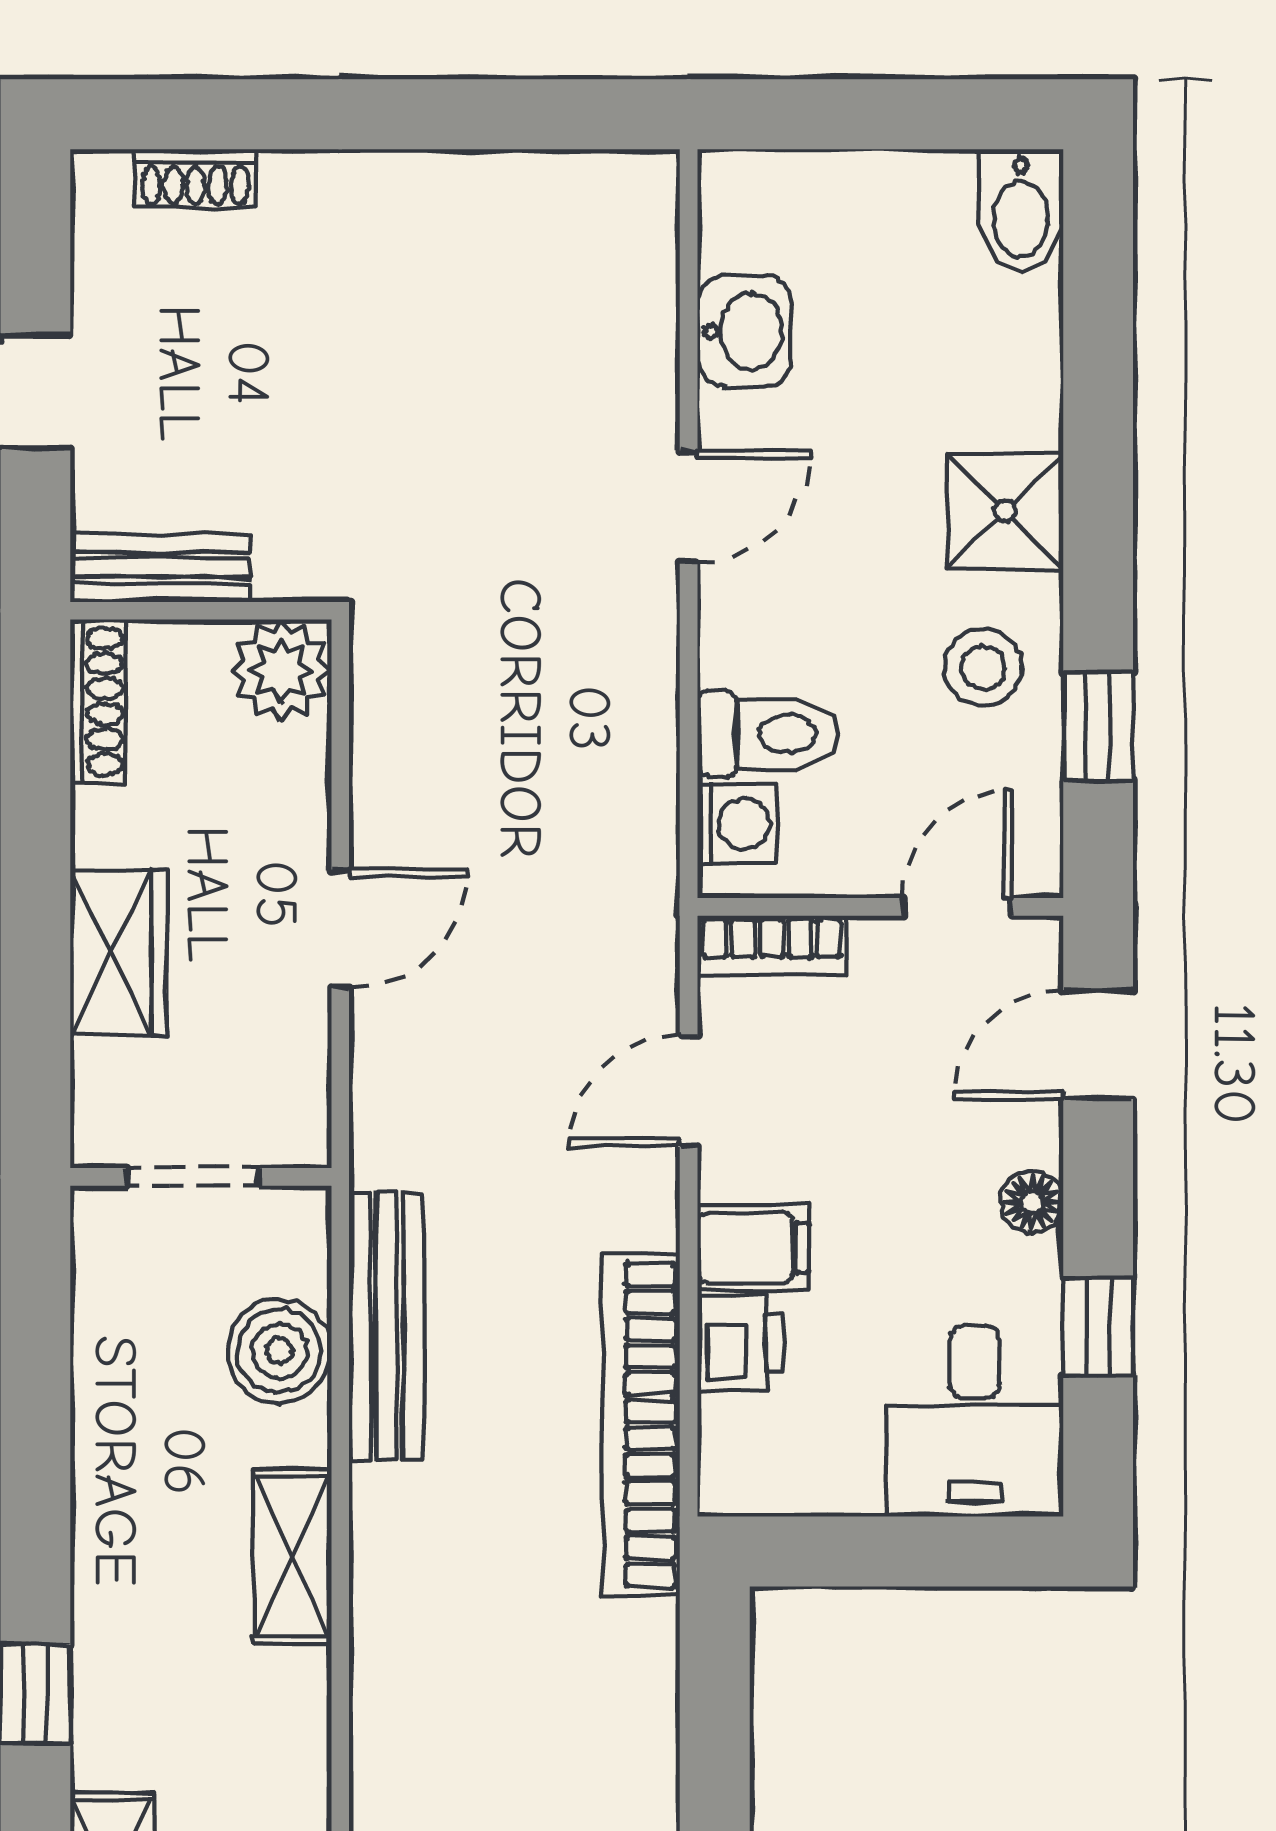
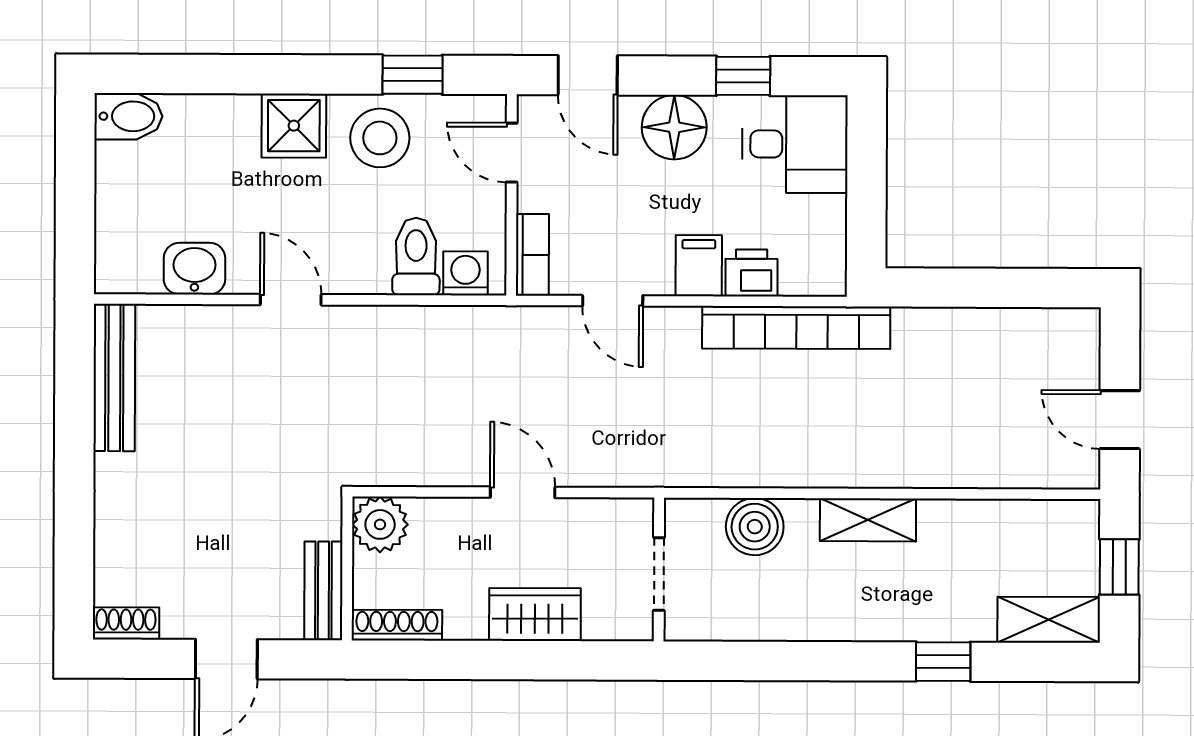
shoe rack: (195, 178) -> (126, 623), moved, turned -90
stool: (983, 667) -> (380, 138), width x1.38, depth x1.38
floor lamp: (1032, 1202) -> (674, 127), width x1.89, depth x1.89
bench: (386, 1326) -> (114, 378), moved, turned 90

